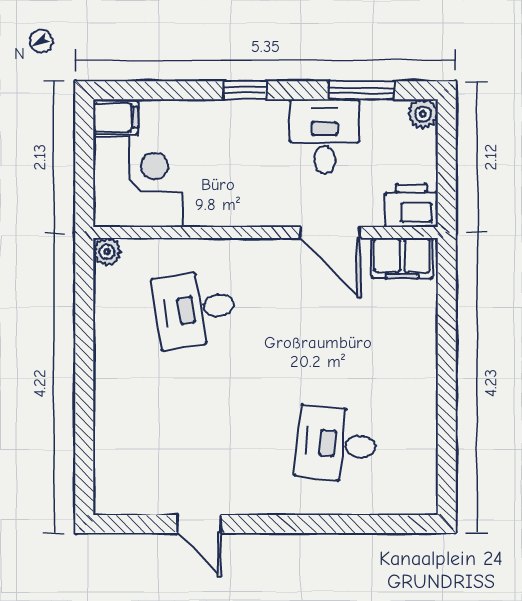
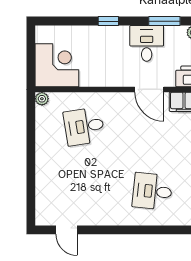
filing cabinet: (116, 117) -> (46, 34), removed
door: (199, 524) -> (66, 230), moved

